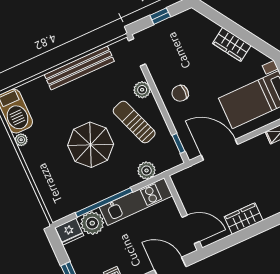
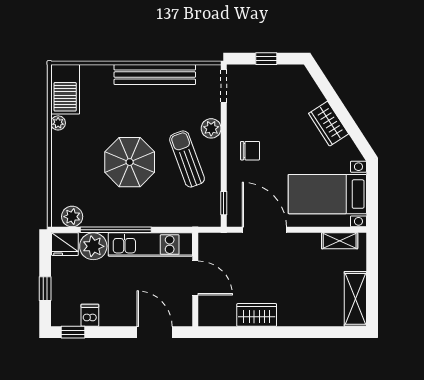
chair: (180, 93) -> (250, 151), turned 180
plant: (147, 170) -> (72, 217), moved
door: (191, 229) -> (195, 278), moved

